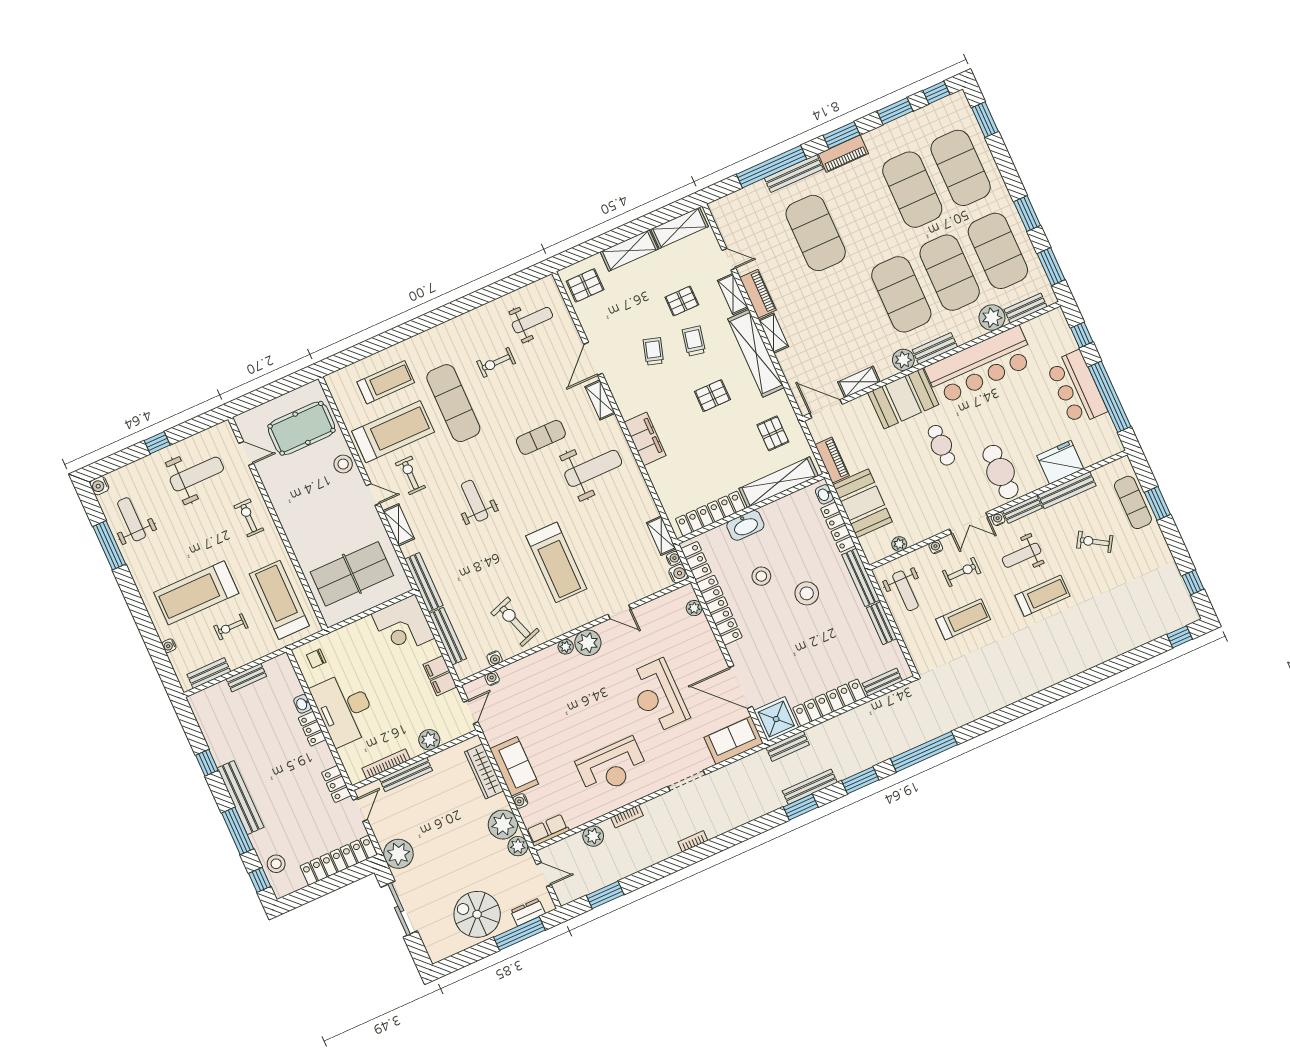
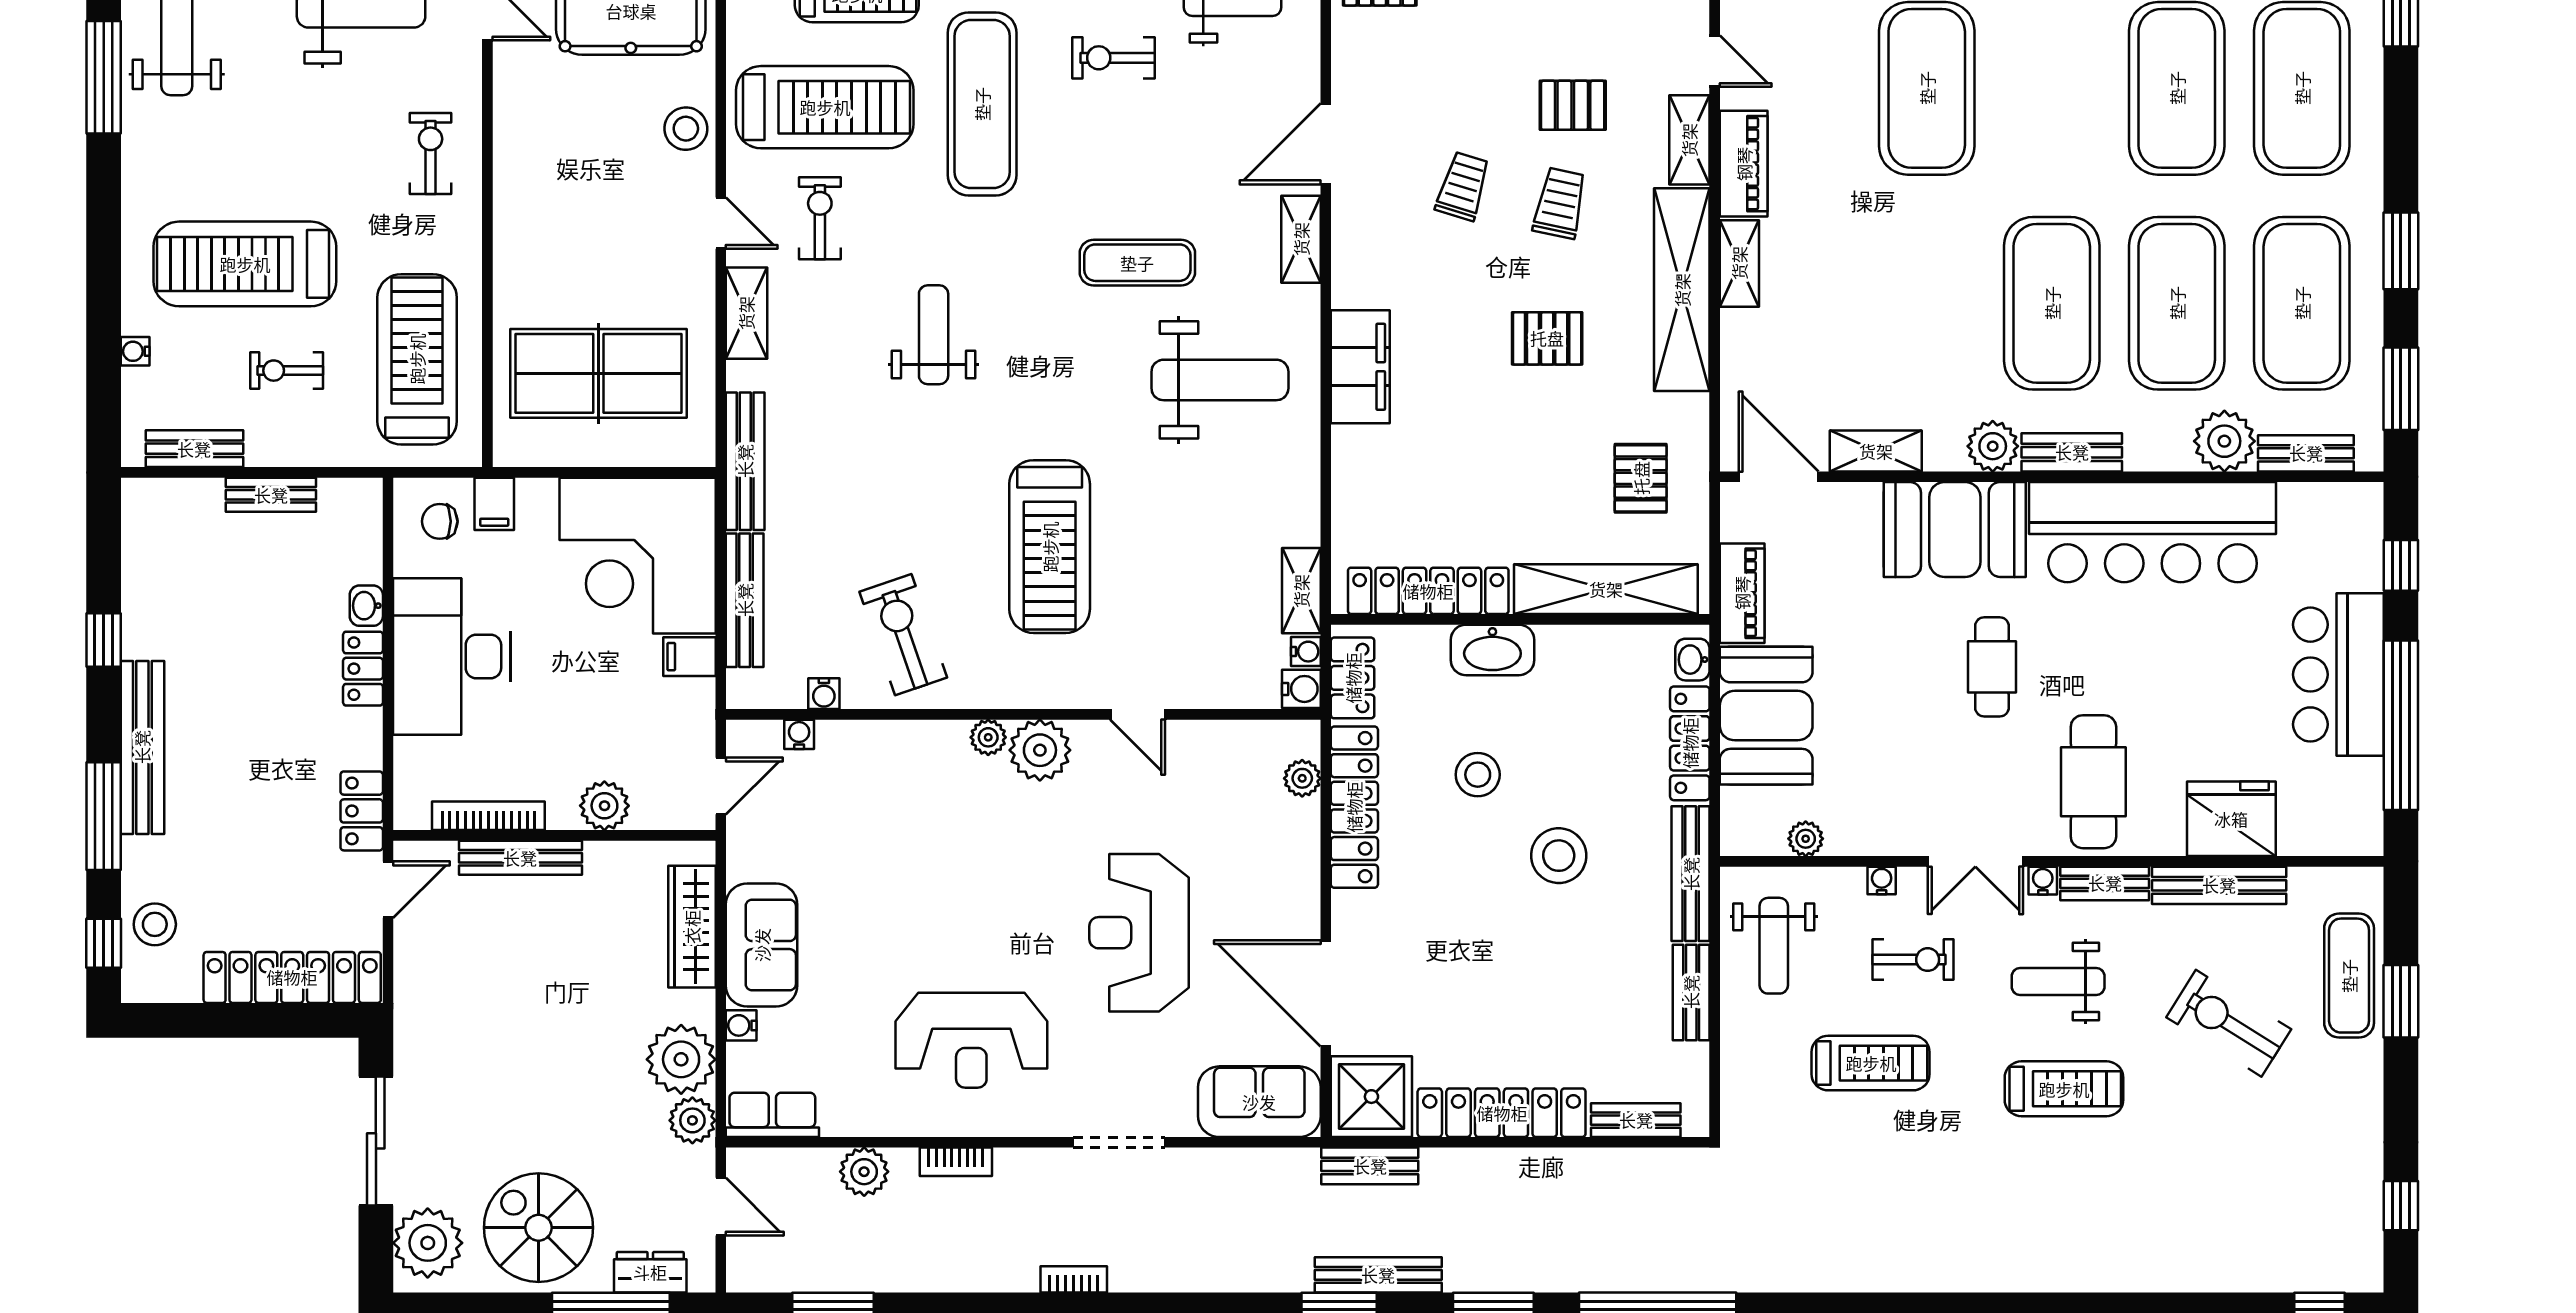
exercise bike: (1095, 542) -> (2229, 1023), width x1.38, depth x1.39
corner desk: (403, 626) -> (638, 556), width x1.36, depth x1.36
filing cabinet: (444, 684) -> (494, 504), moved, turned -90
plant: (398, 854) -> (428, 1243), moved

